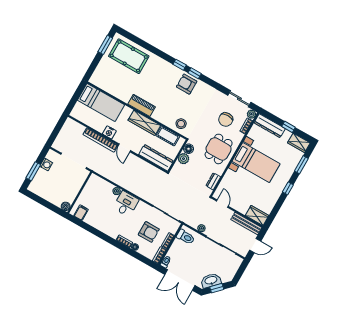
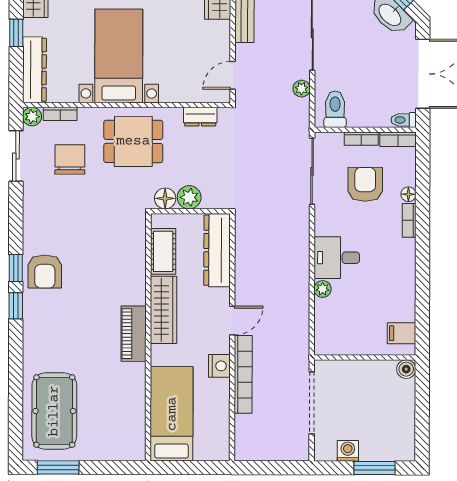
chair: (226, 120) -> (70, 159), turned -90
stool: (181, 124) -> (126, 240), removed

